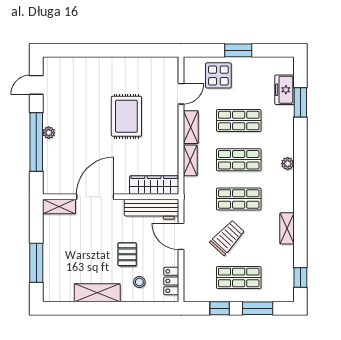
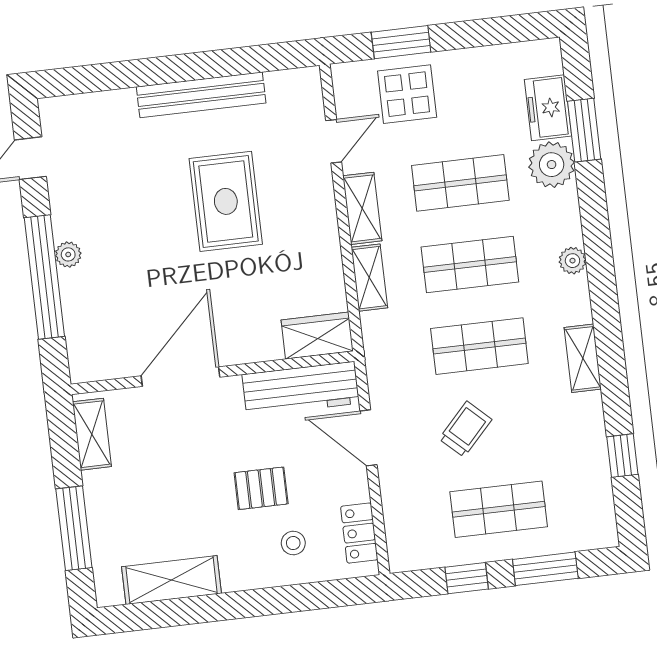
window: (238, 50) -> (401, 42), moved
bench: (121, 64) -> (201, 95), added
plant: (283, 117) -> (552, 165), added
wardrobe: (154, 185) -> (317, 336), width x0.67
shelving: (59, 207) -> (92, 434), moved, turned 90
shelving: (287, 228) -> (583, 358), moved
trolley: (227, 238) -> (465, 429), width x0.73, depth x0.72
pallet: (127, 254) -> (261, 488), turned 90
window: (300, 277) -> (622, 456), moved
shelving: (97, 293) -> (171, 580), moved

